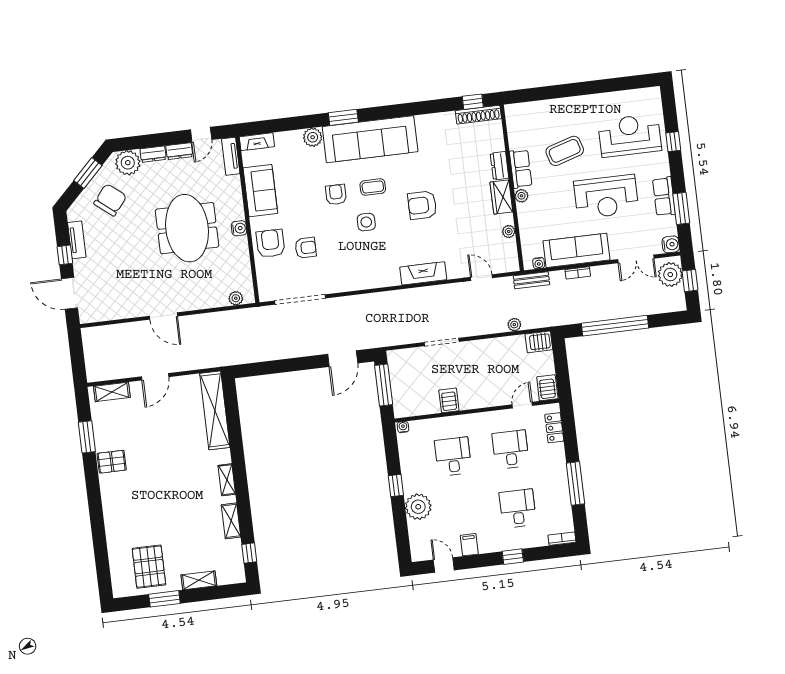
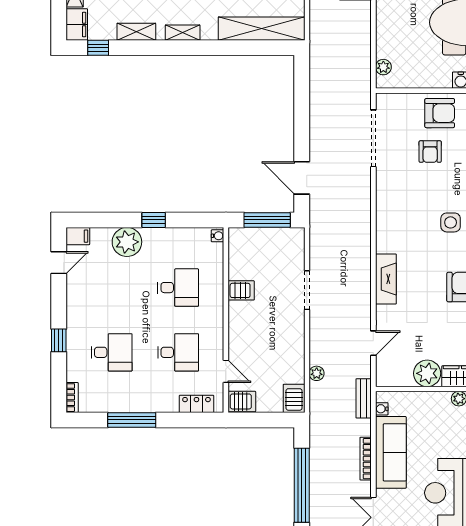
plant: (509, 232) -> (427, 373), width x1.88, depth x1.88
bookcase: (578, 273) -> (366, 459), width x1.56
filing cabinet: (469, 545) -> (78, 236), moved
filing cabinet: (231, 575) -> (77, 25), added

